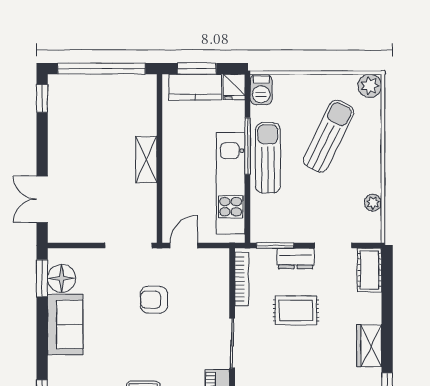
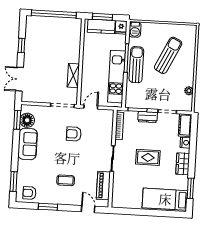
plant: (370, 86) -> (191, 31), removed
window: (42, 98) -> (21, 45), moved
shelving: (146, 160) -> (73, 75), moved
nightstand: (372, 304) -> (185, 143), added
rug: (296, 310) -> (148, 157), moved

